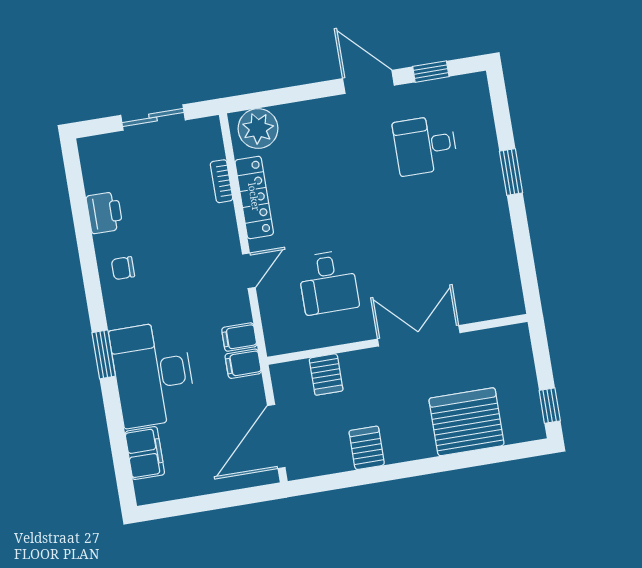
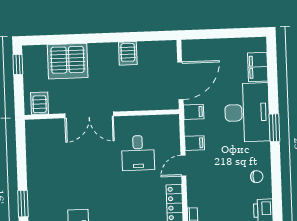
desk: (328, 282) -> (138, 153), turned 180
filing cabinet: (239, 337) -> (195, 143), moved
server rack: (326, 374) -> (40, 103), moved
door: (276, 437) -> (180, 81), moved

